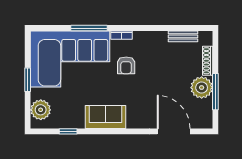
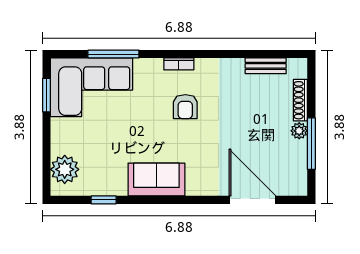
window: (89, 28) -> (113, 54), moved
corner sofa: (70, 59) -> (92, 87), width x0.73, depth x0.74
window: (28, 80) -> (47, 95), moved
plant: (202, 88) -> (299, 131), width x0.53, depth x0.53

